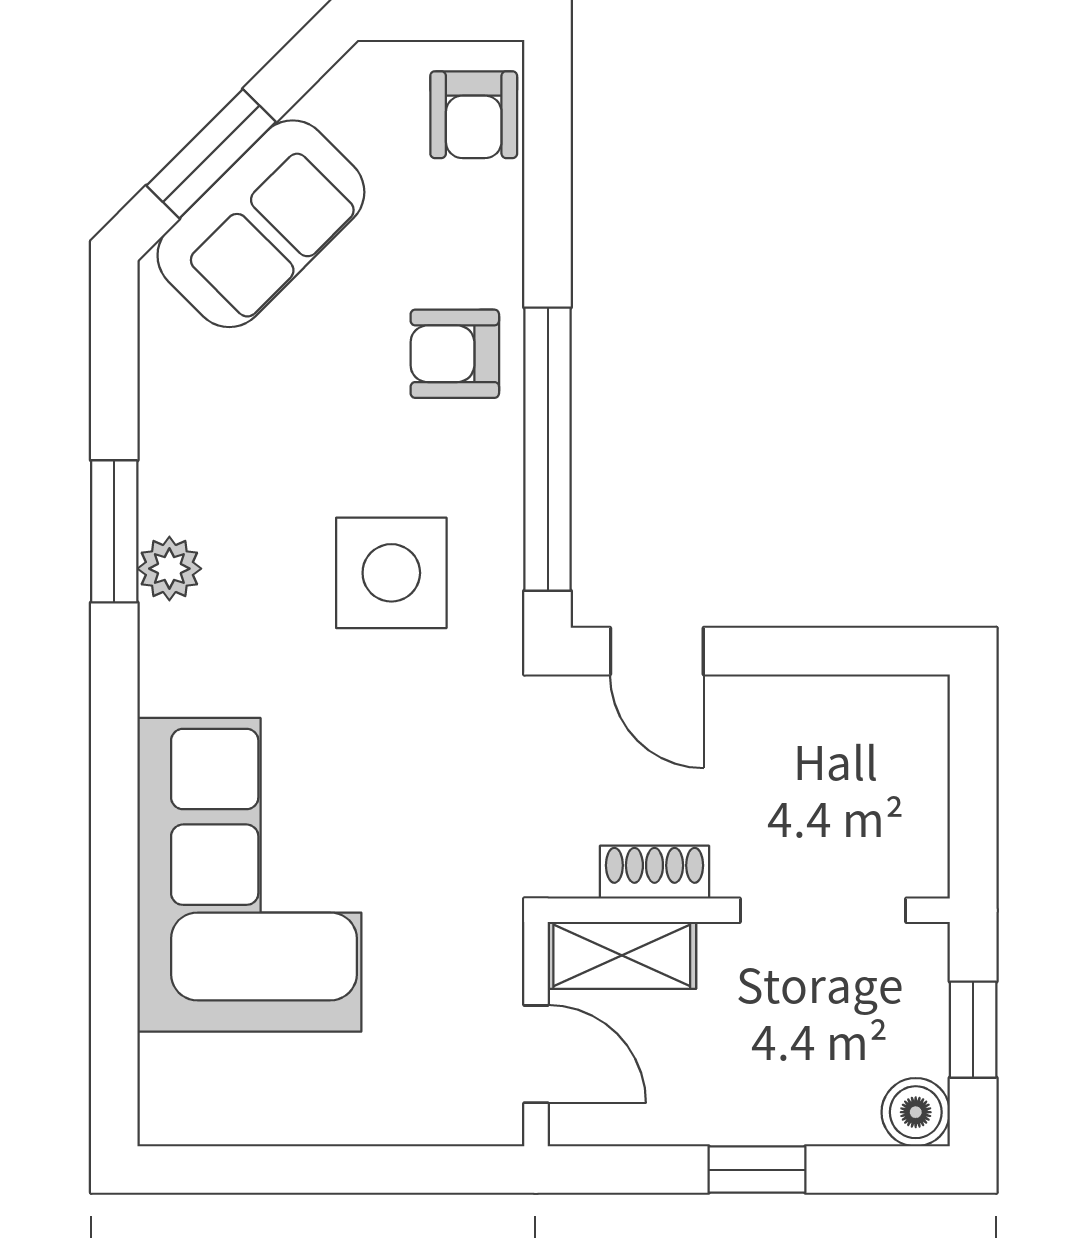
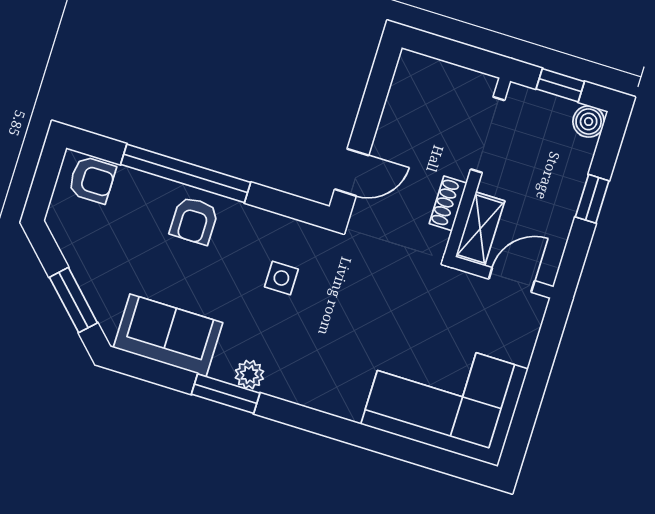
sofa: (261, 224) -> (168, 335), moved, turned -45
window: (548, 449) -> (186, 173), moved
side table: (391, 573) -> (281, 278), width x0.54, depth x0.54
corner sofa: (249, 875) -> (445, 397), moved

